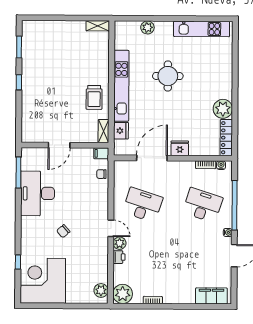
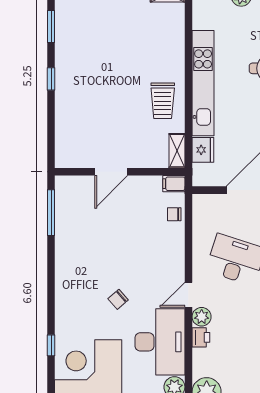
desk: (38, 193) -> (160, 342), moved, turned 180
door: (111, 228) -> (188, 295), swing flipped

